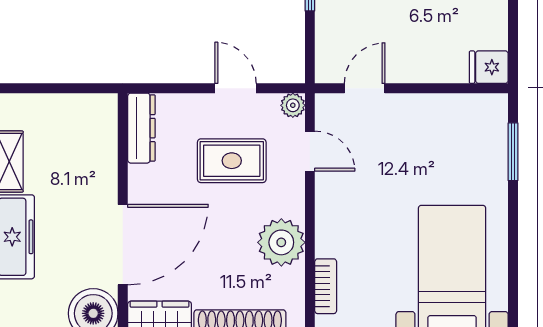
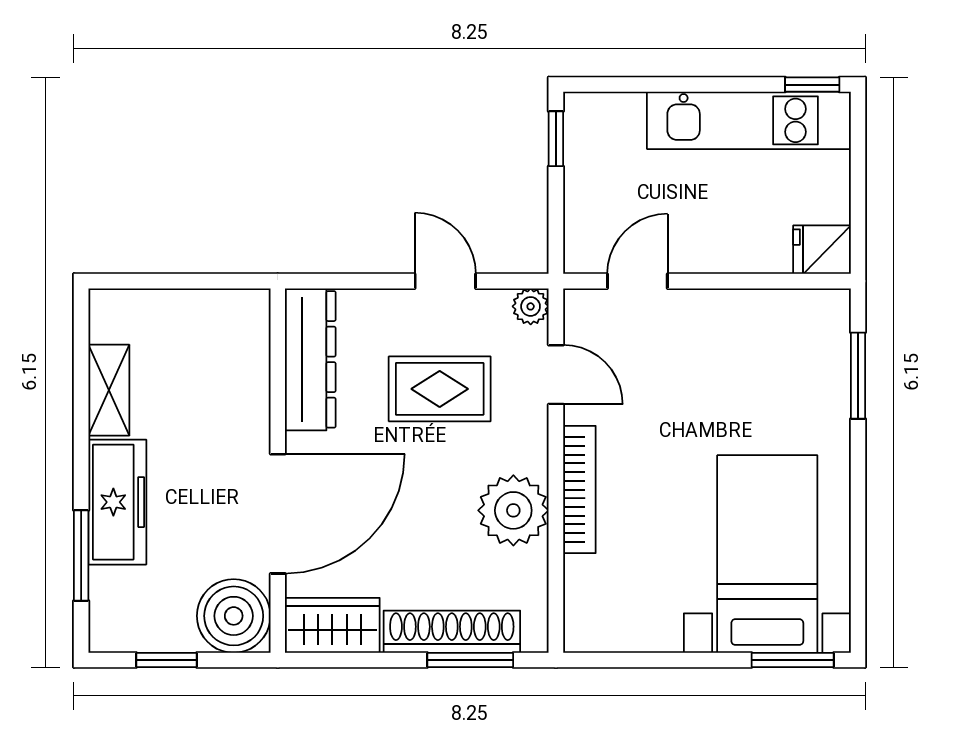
dresser: (141, 128) -> (310, 359), width x1.37, depth x1.24
bookcase: (326, 286) -> (579, 490), moved, width x1.56

